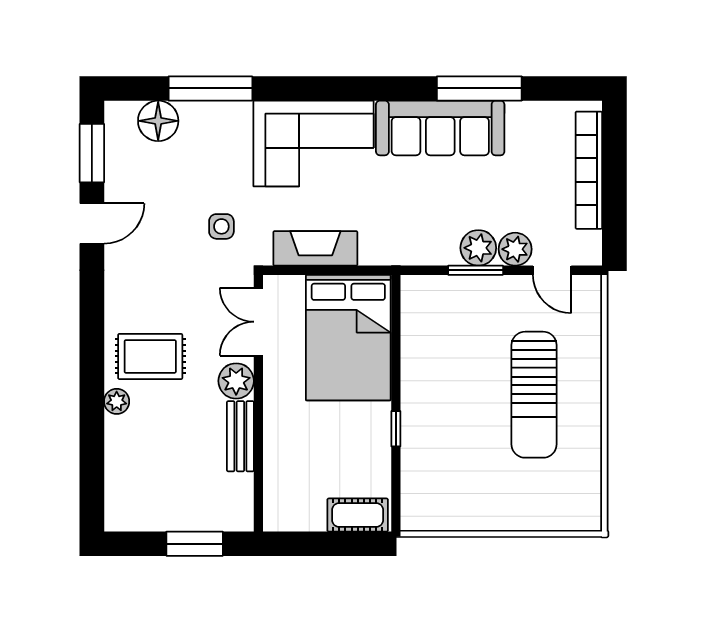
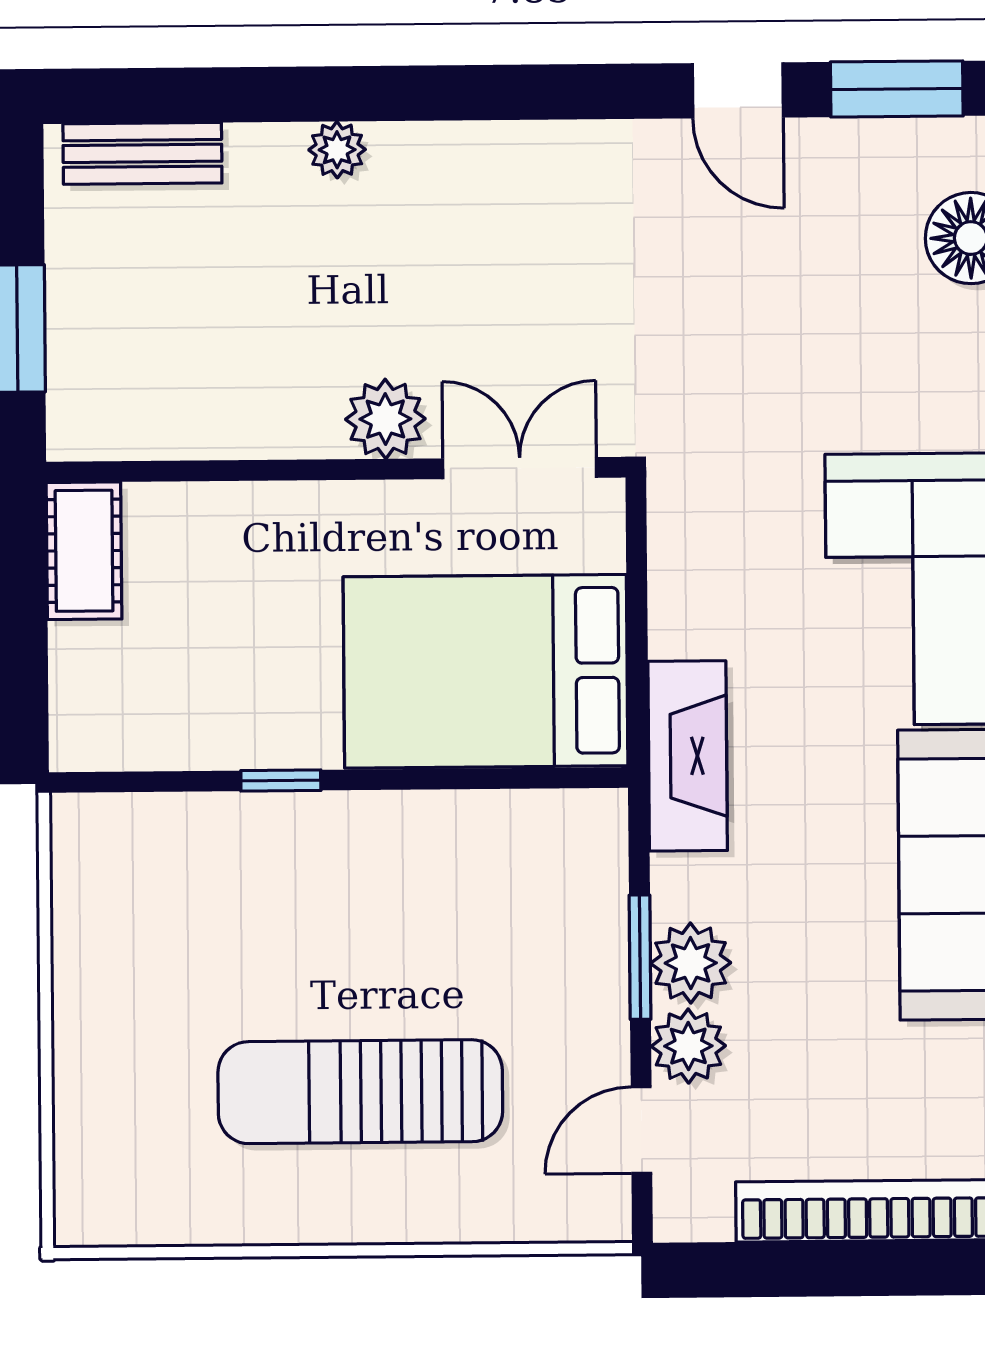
side table: (221, 226) -> (734, 383), removed
fireplace: (315, 248) -> (688, 756), moved
rug: (150, 356) -> (439, 225), removed
bench: (240, 436) -> (142, 153), moved
cot: (358, 515) -> (84, 551), moved

